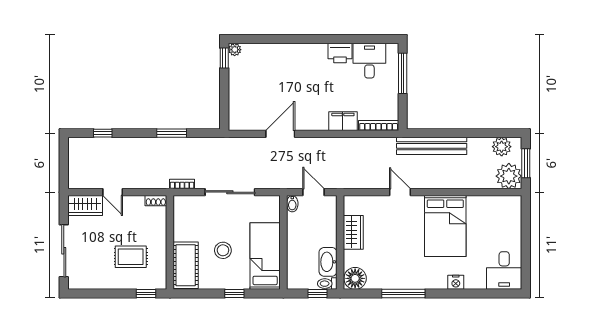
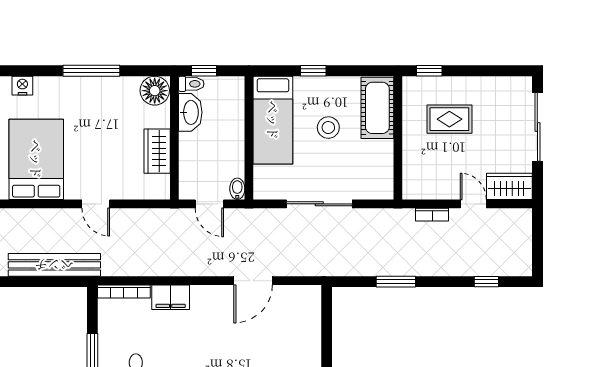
bookcase: (182, 184) -> (432, 215), moved
shoe rack: (156, 201) -> (417, 193), removed

